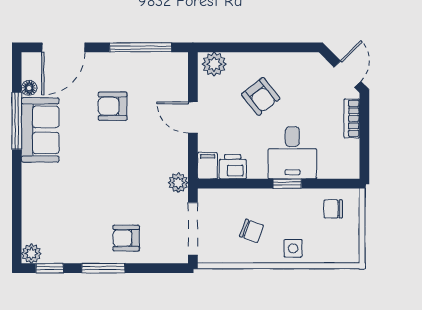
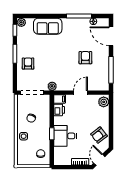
door: (347, 74) -> (99, 160), swing flipped
armchair: (261, 96) -> (99, 135), moved
sofa: (40, 130) -> (48, 26), moved

